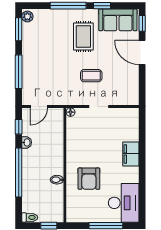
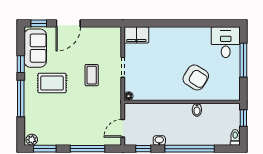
door: (39, 106) -> (123, 128), swing flipped
filing cabinet: (131, 154) -> (136, 35), moved
armchair: (89, 179) -> (196, 77), turned 32
desk: (124, 203) -> (226, 42), width x0.73

